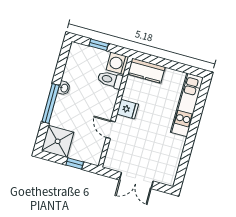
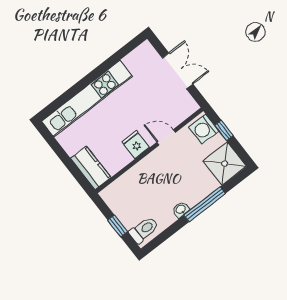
washing machine: (117, 63) -> (204, 129), moved, turned 90
toilet: (110, 80) -> (144, 230), moved, turned -90
kitchen unit: (187, 105) -> (87, 99), width x1.36
door: (111, 130) -> (166, 137), swing flipped

